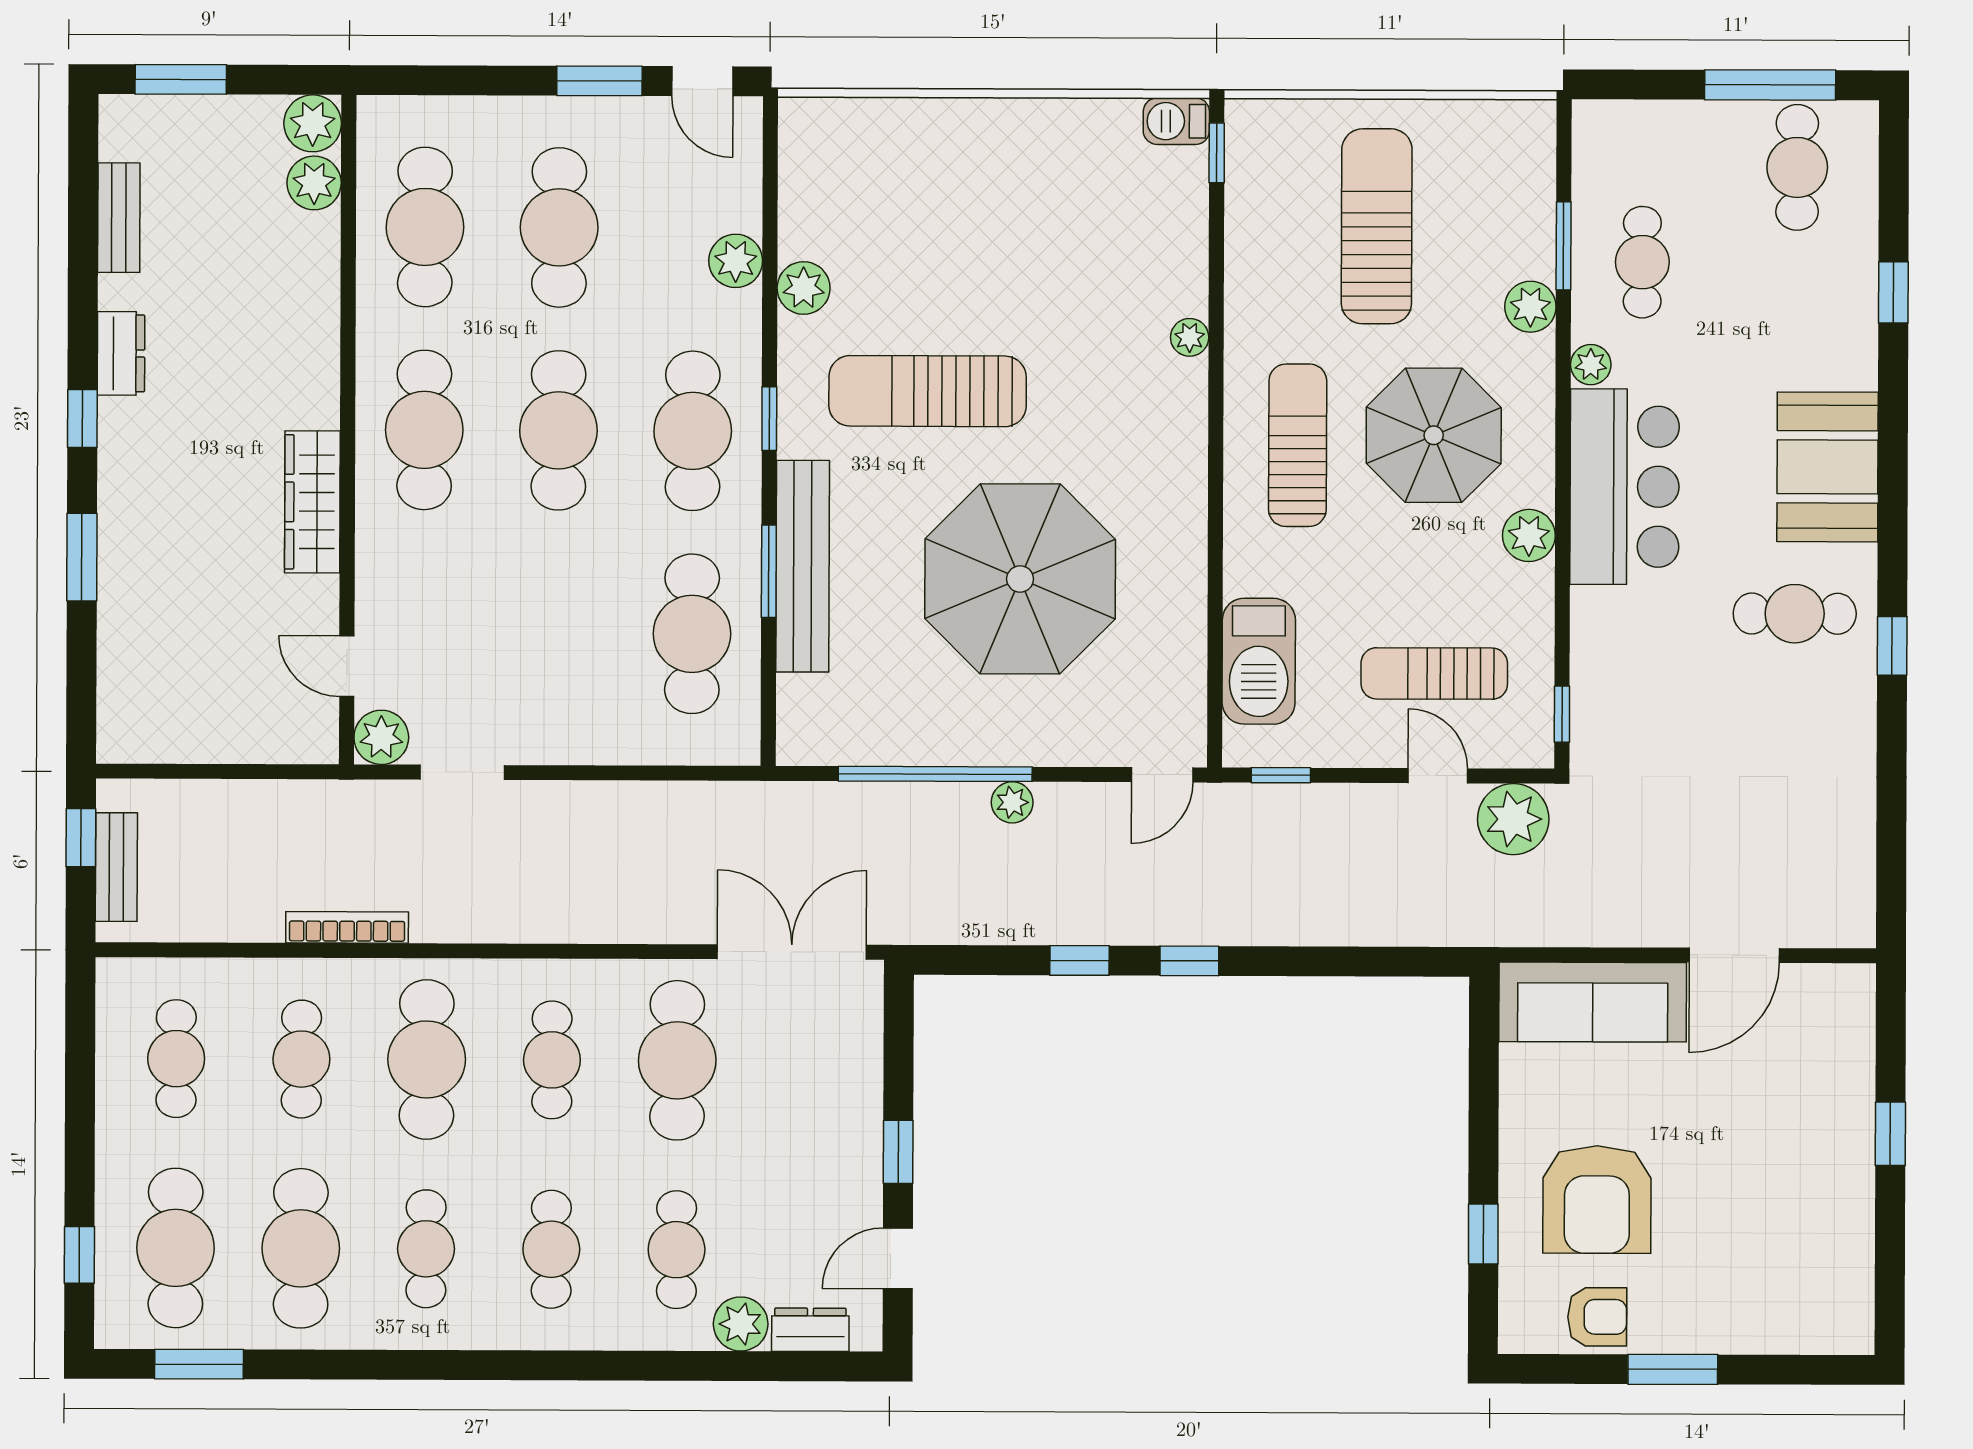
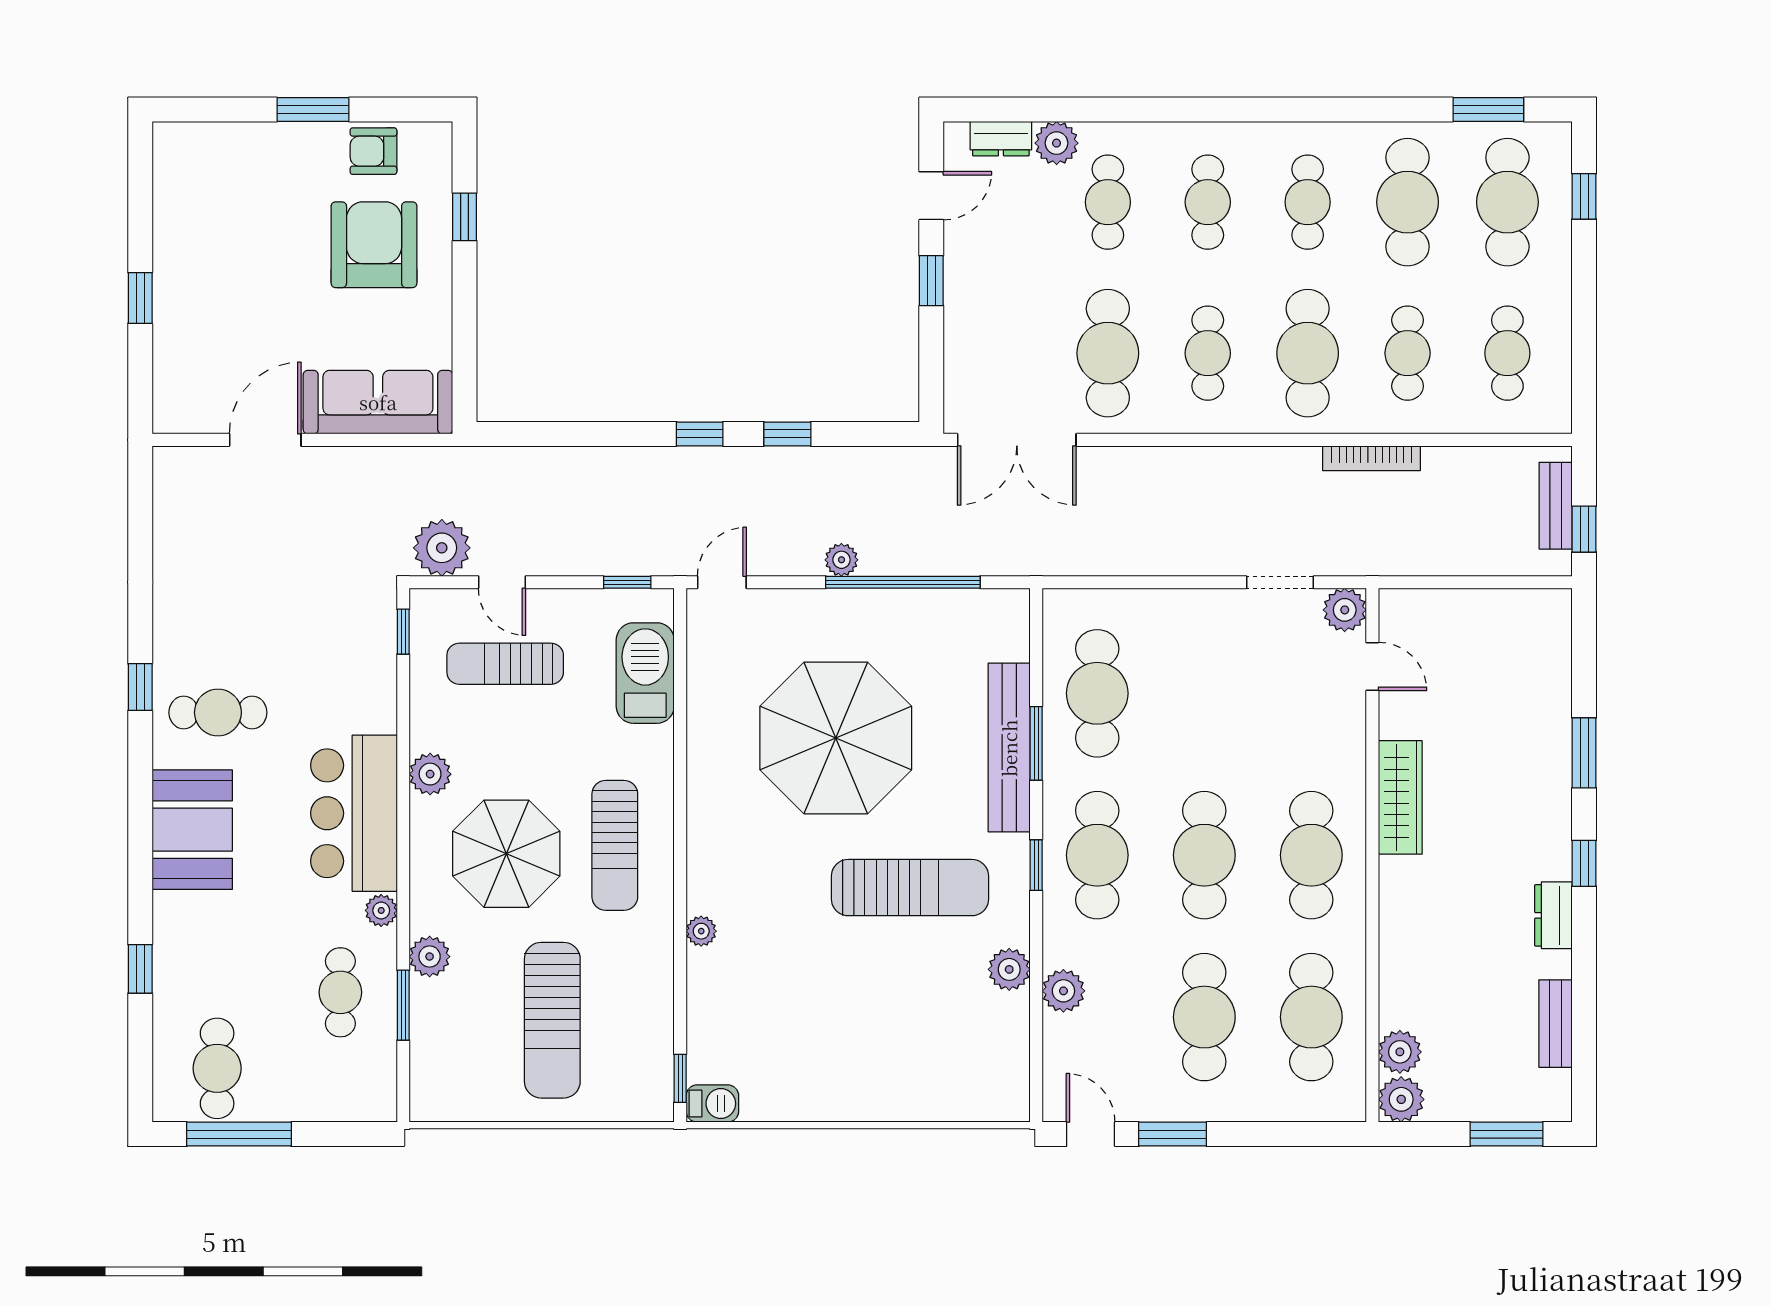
sun lounger: (1434, 674) -> (505, 664), turned 180

